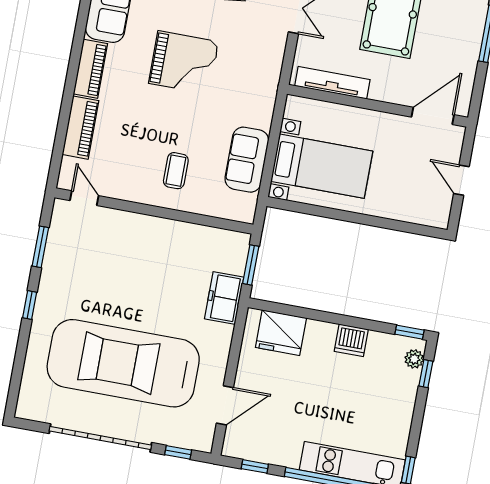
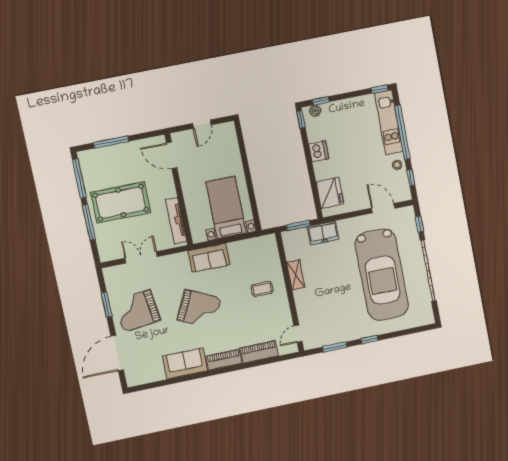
grand piano: (184, 62) -> (199, 309), turned 116
sofa: (247, 160) -> (209, 258), moved
shelving: (177, 231) -> (296, 275), added
stool: (283, 453) -> (397, 165), added

